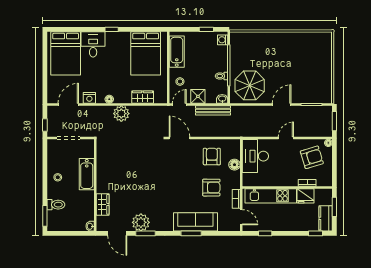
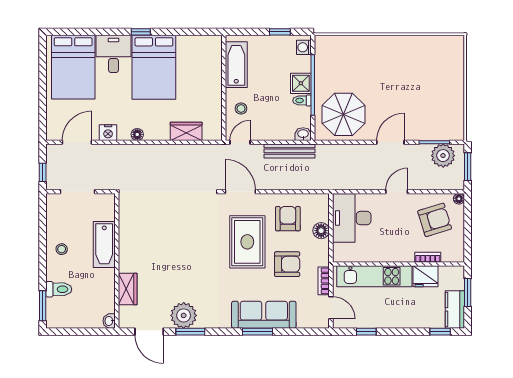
bed: (146, 53) -> (154, 67), moved
shower: (198, 96) -> (301, 83), moved
plant: (121, 114) -> (443, 156), moved
rug: (184, 172) -> (247, 242), added

